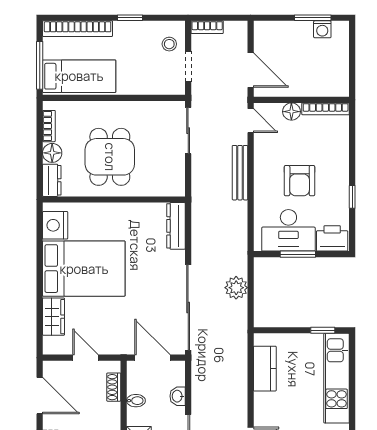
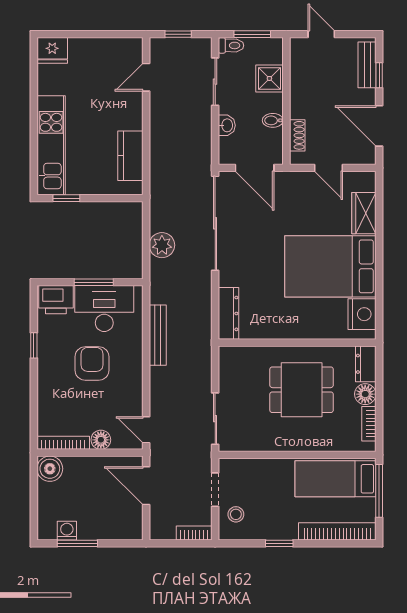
boiler: (338, 85) -> (50, 469), added
dining table: (110, 157) -> (302, 390), turned 90
bench: (240, 173) -> (158, 335), moved

